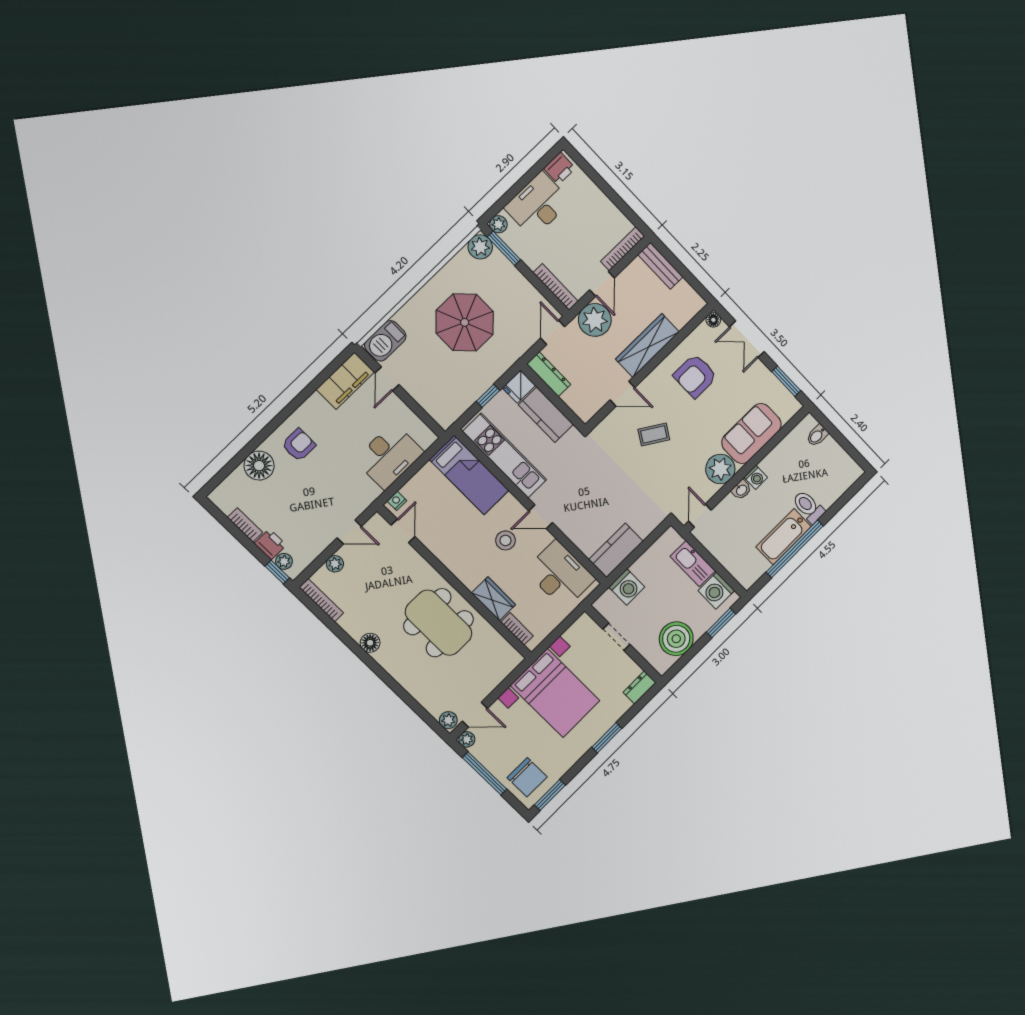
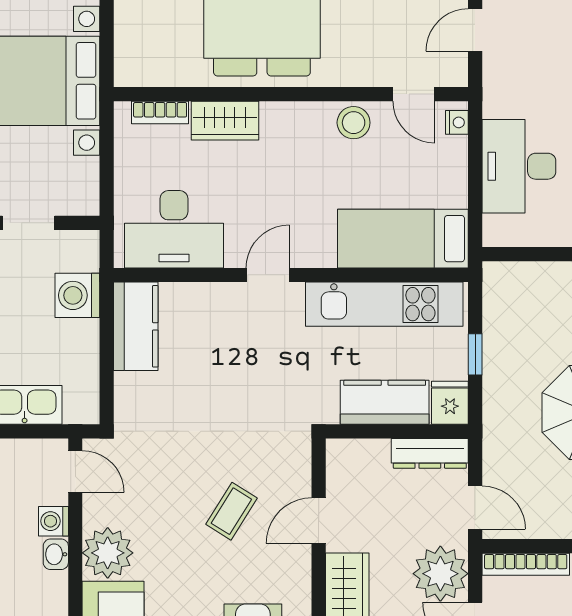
washing machine: (756, 477) -> (53, 521), moved
stool: (506, 540) -> (354, 123), moved

